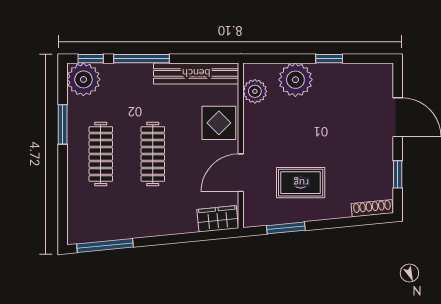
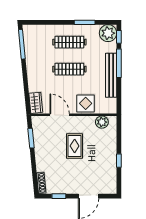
bench: (196, 73) -> (111, 75), moved
plant: (295, 80) -> (108, 143), removed
rug: (301, 183) -> (75, 146), moved

